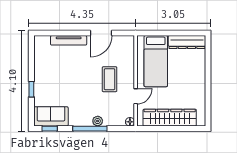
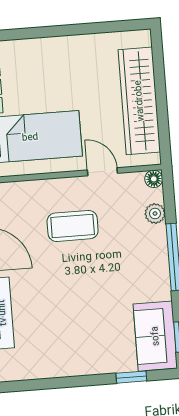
window: (31, 89) -> (131, 377), moved
plant: (98, 121) -> (155, 214), moved

